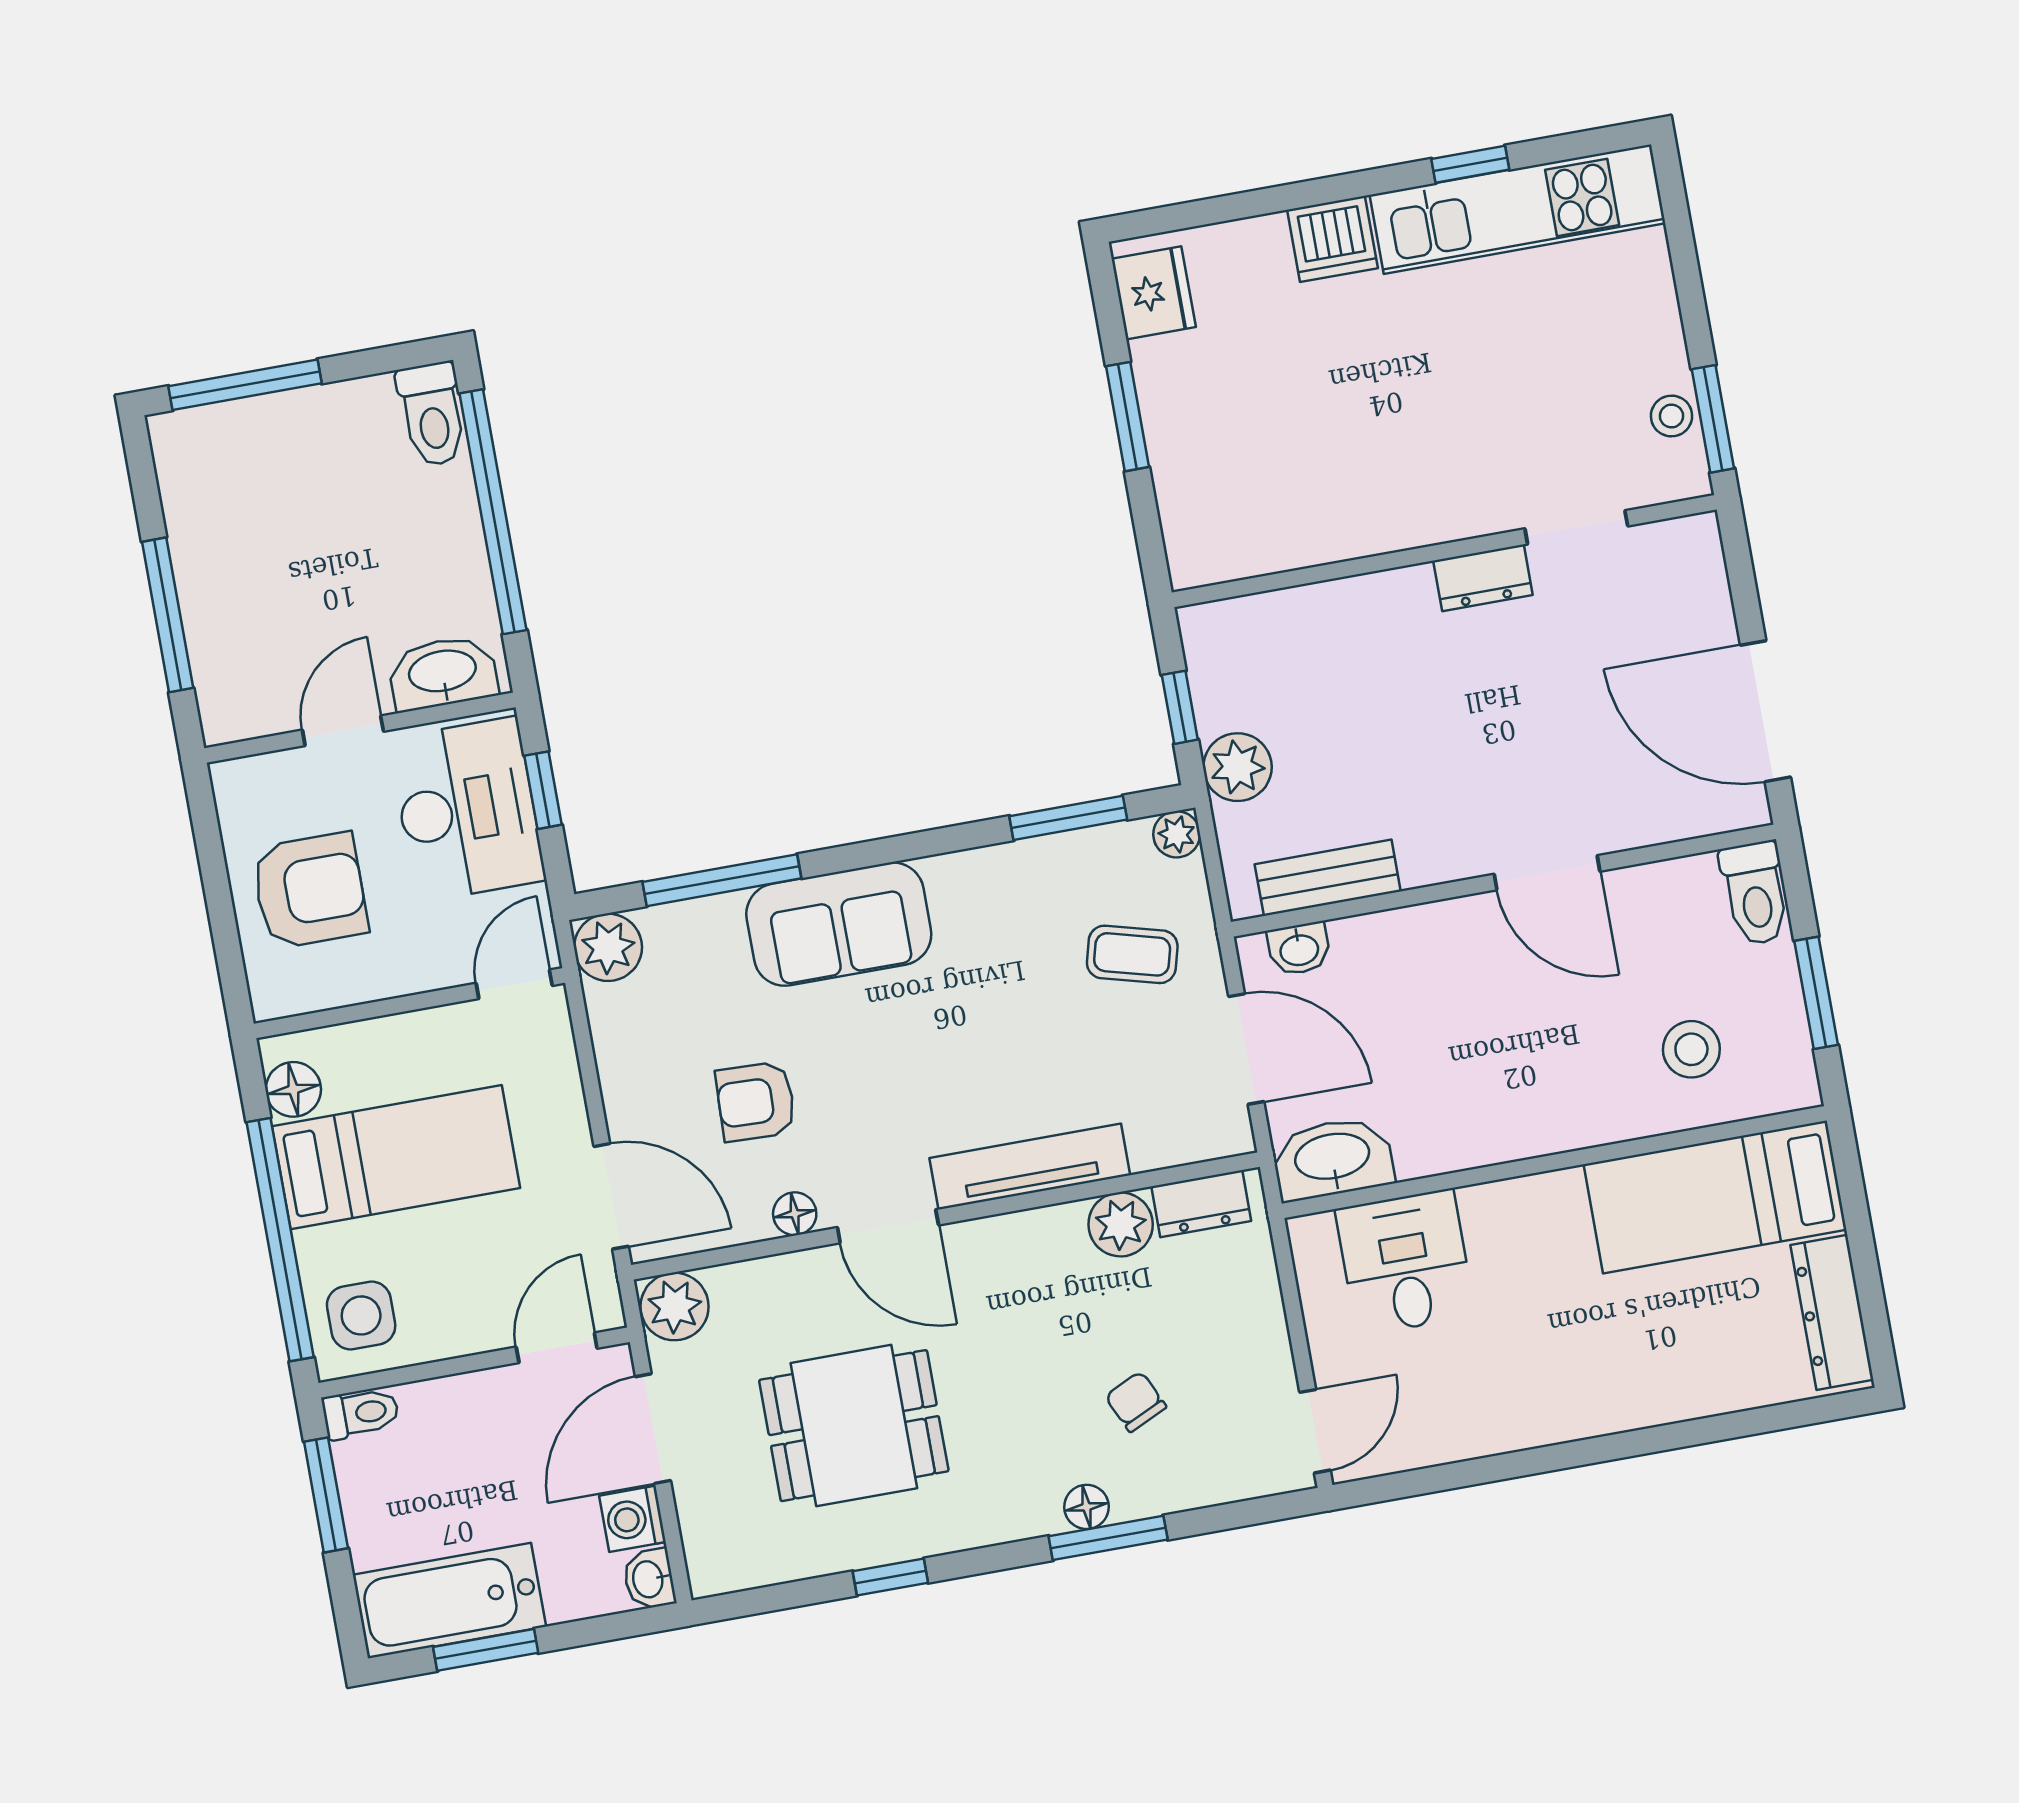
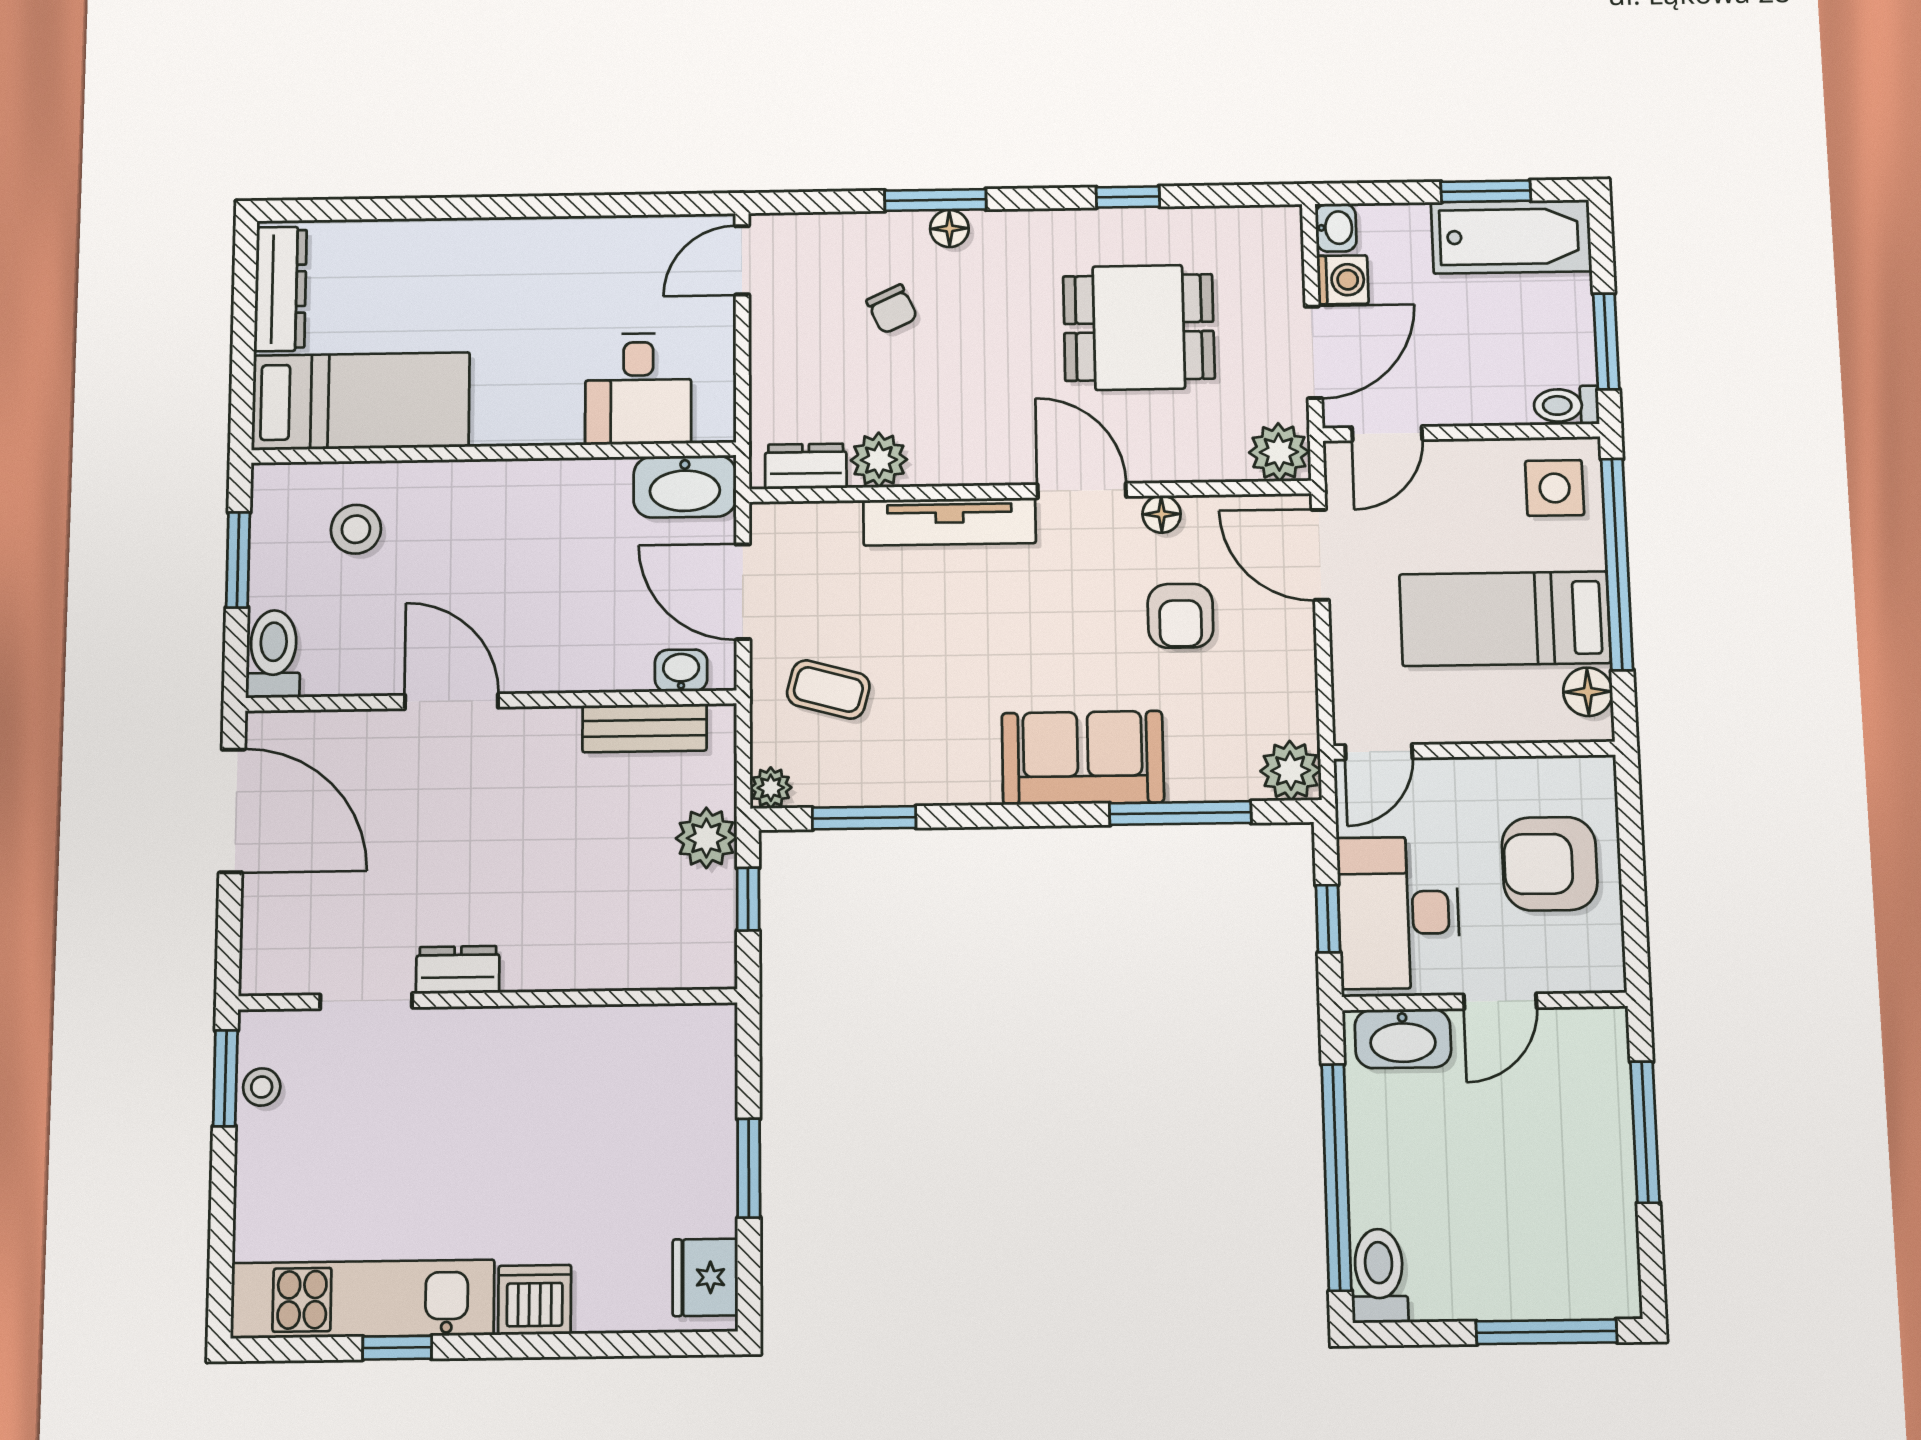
armchair: (756, 1101) -> (1180, 616), turned 88

